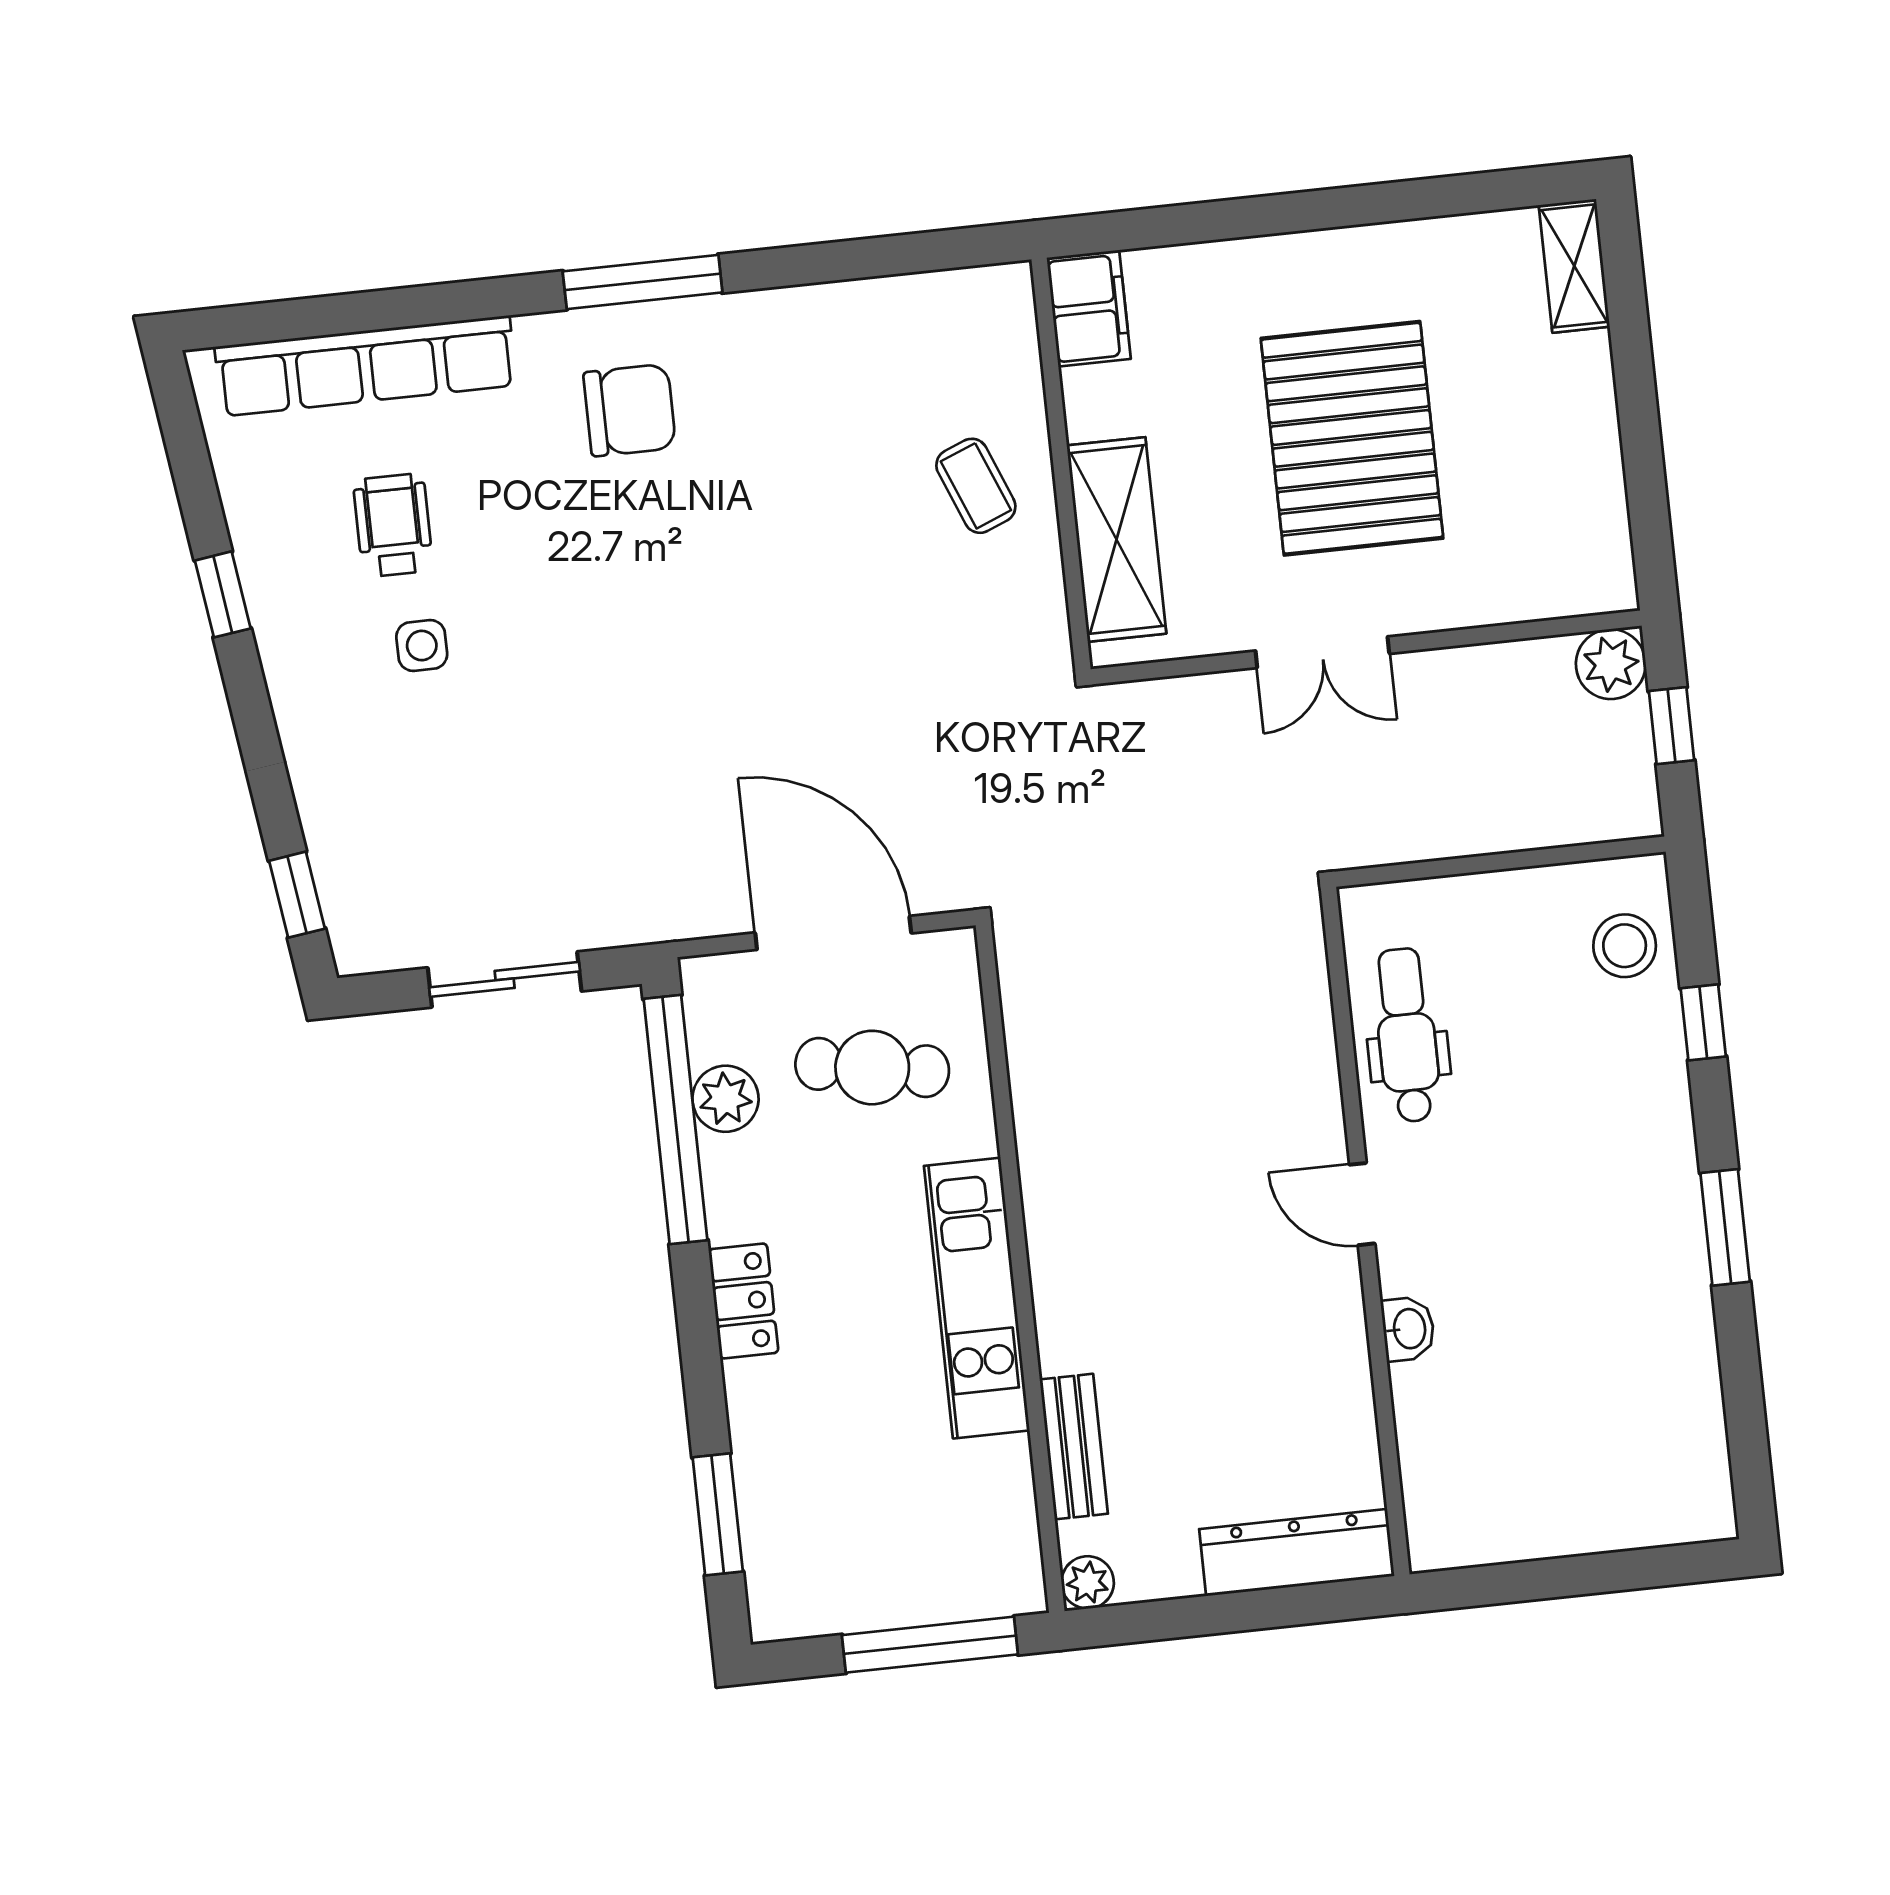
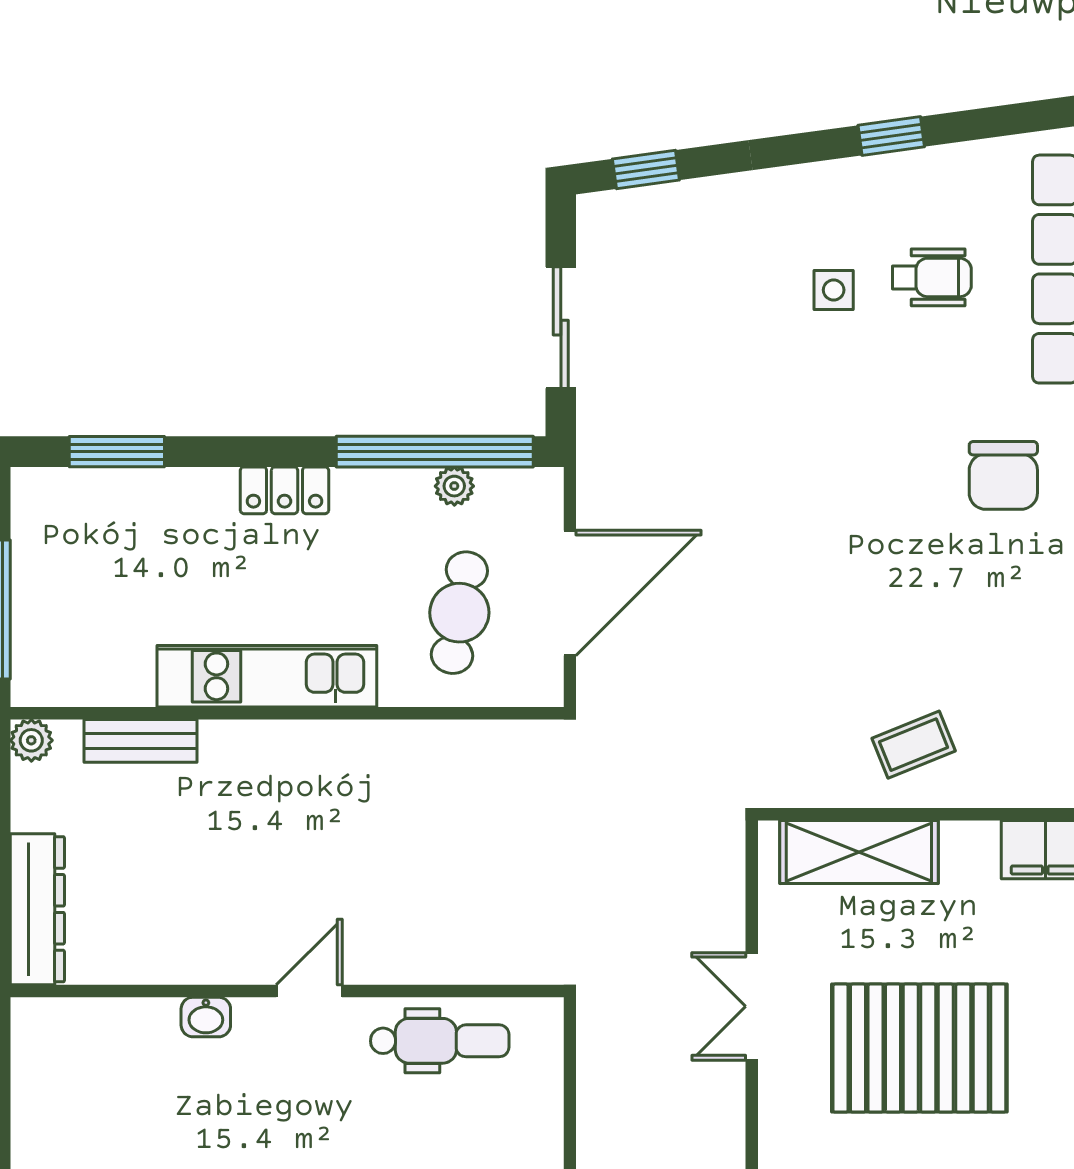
plant: (726, 1099) -> (454, 486), width x0.73, depth x0.73

